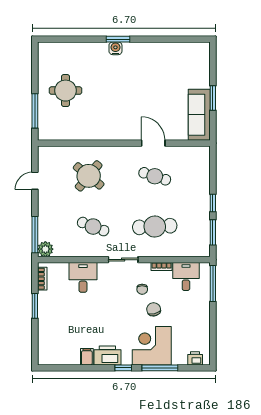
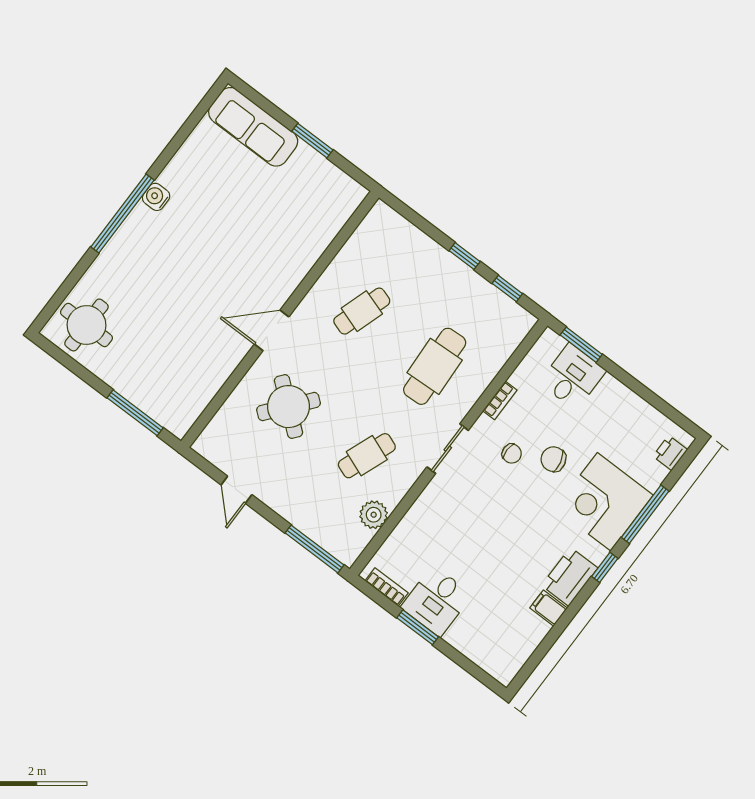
window: (118, 39) -> (122, 213), width x2.11
water cooler: (115, 48) -> (156, 197), moved
round table: (65, 91) -> (86, 325), moved
sofa: (199, 115) -> (253, 127), moved
door: (153, 143) -> (272, 330), moved
window: (213, 232) -> (507, 289), width x0.67
plant: (45, 249) -> (374, 515), moved
desk: (186, 276) -> (573, 377), moved, turned 90
desk: (83, 277) -> (436, 601), moved, turned -90
window: (213, 283) -> (581, 345), width x0.69

